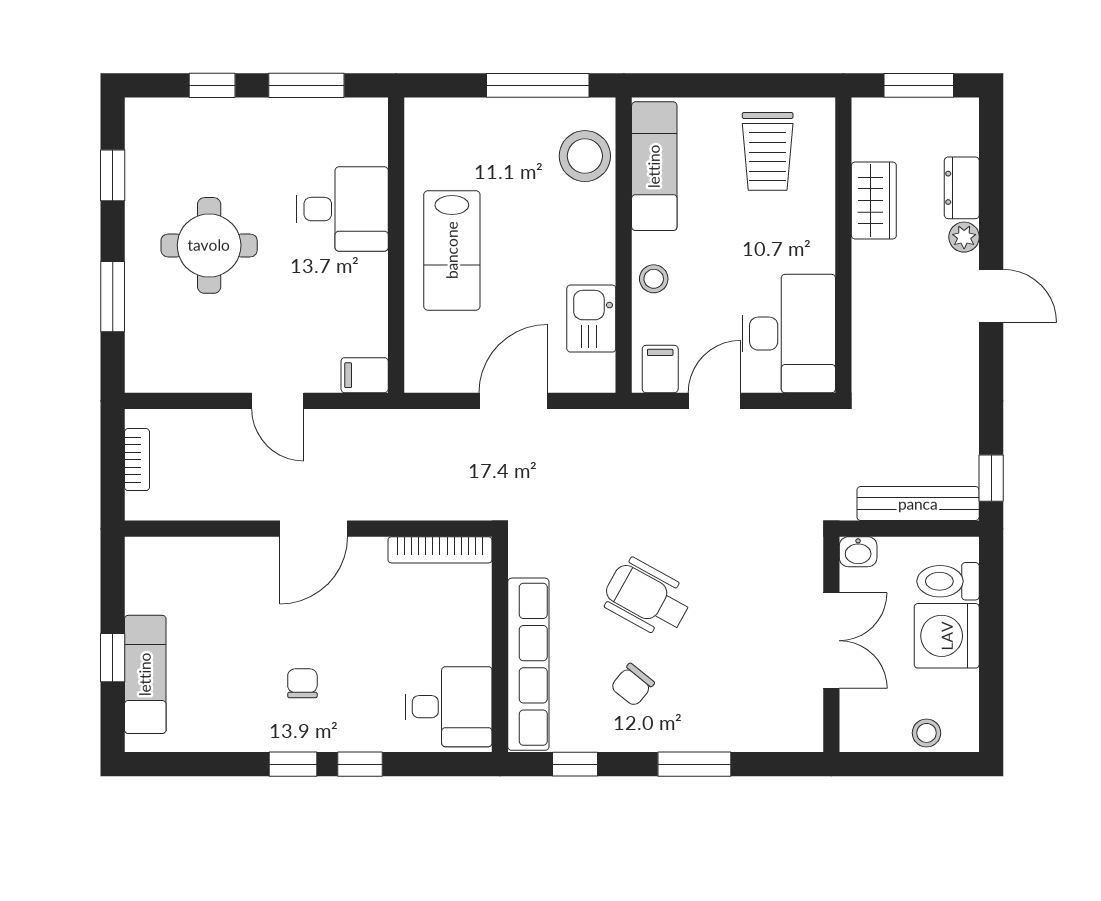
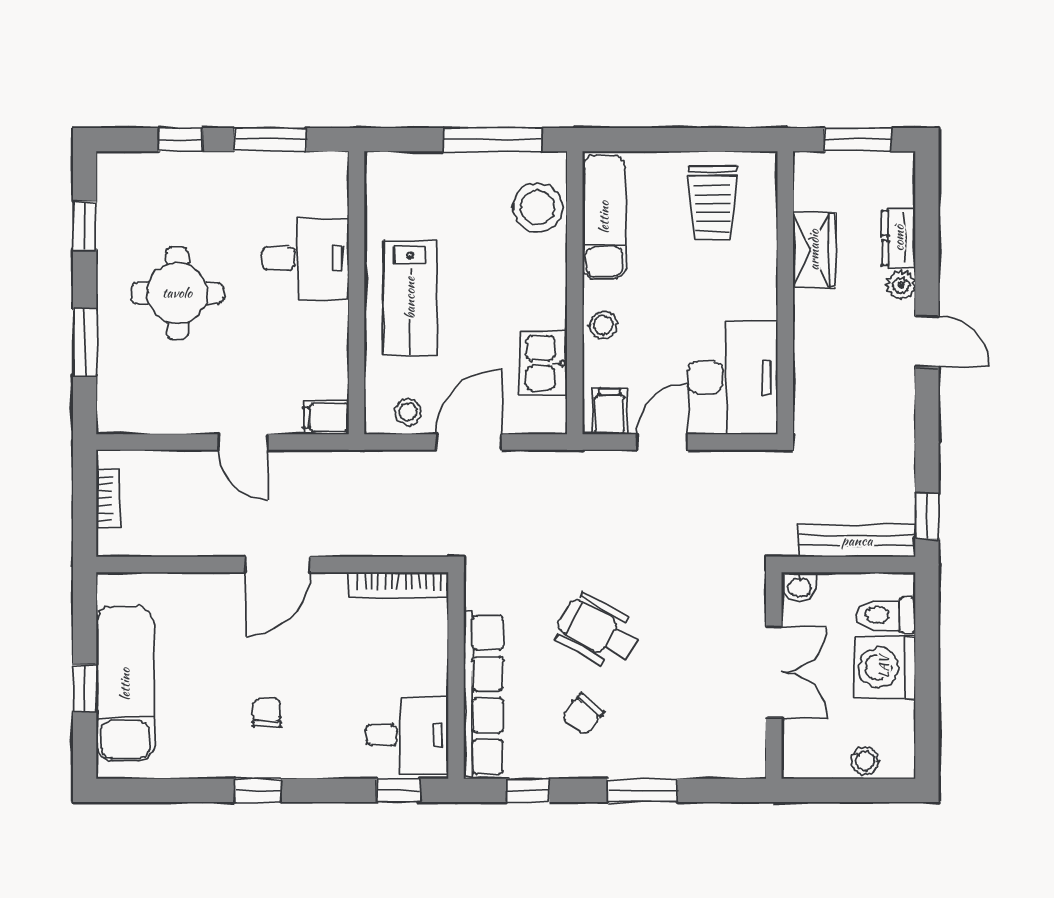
stool: (450, 370) -> (408, 412), added
exam couch: (145, 674) -> (125, 684), width x1.36, depth x1.45
window: (360, 764) -> (398, 790), moved

